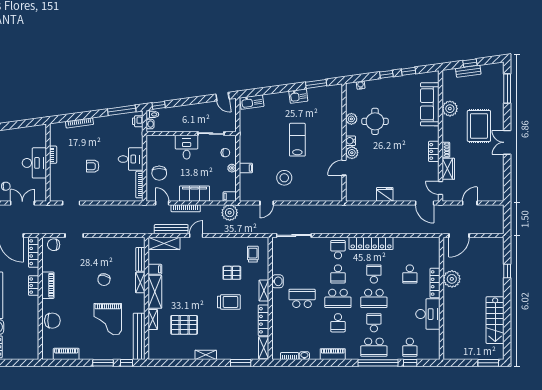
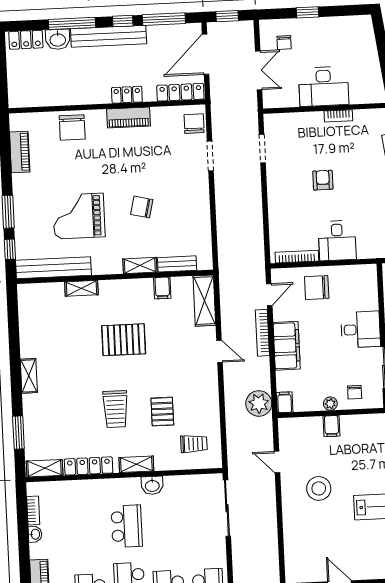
bench: (171, 229) -> (228, 311), removed
shelving: (155, 292) -> (126, 290), removed
pallet: (184, 325) -> (124, 340), moved, turned 90

